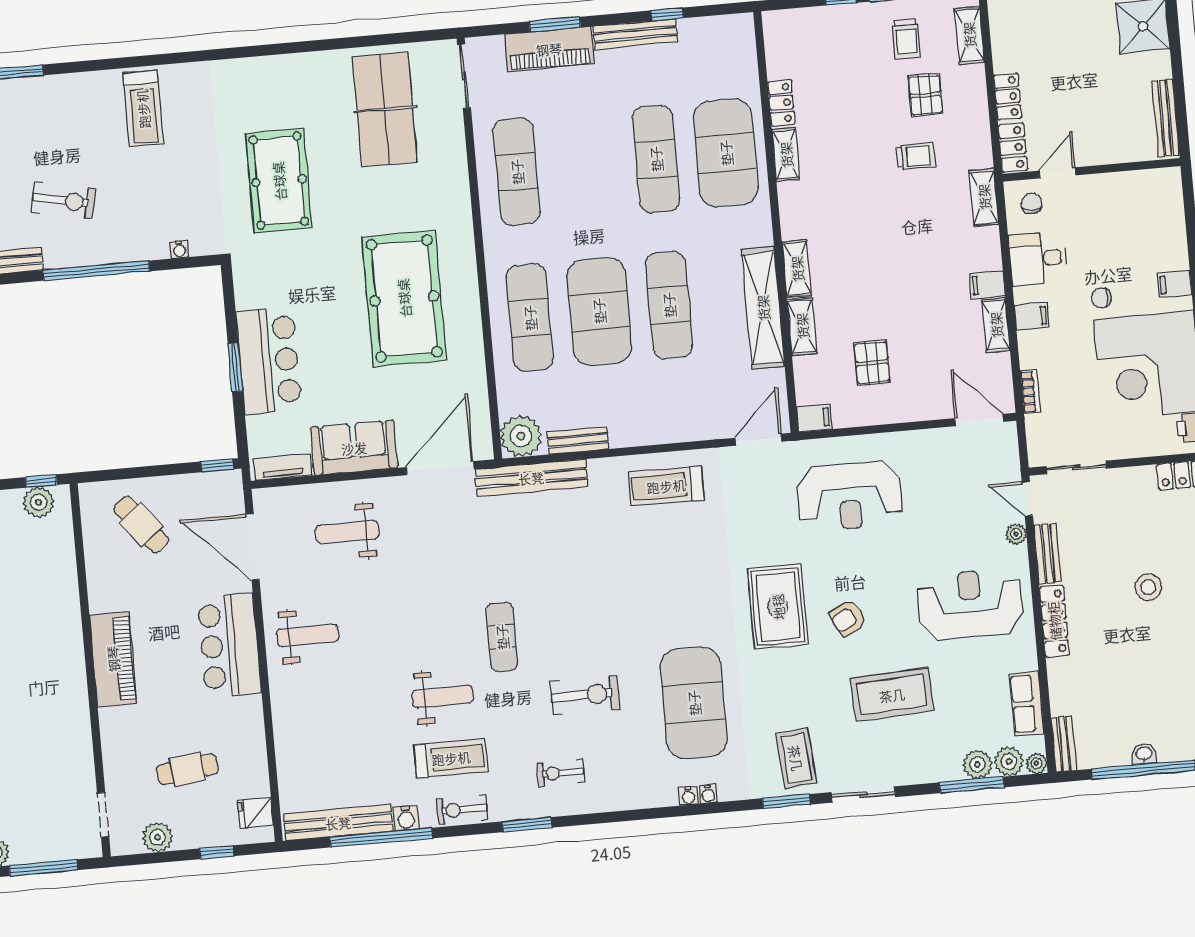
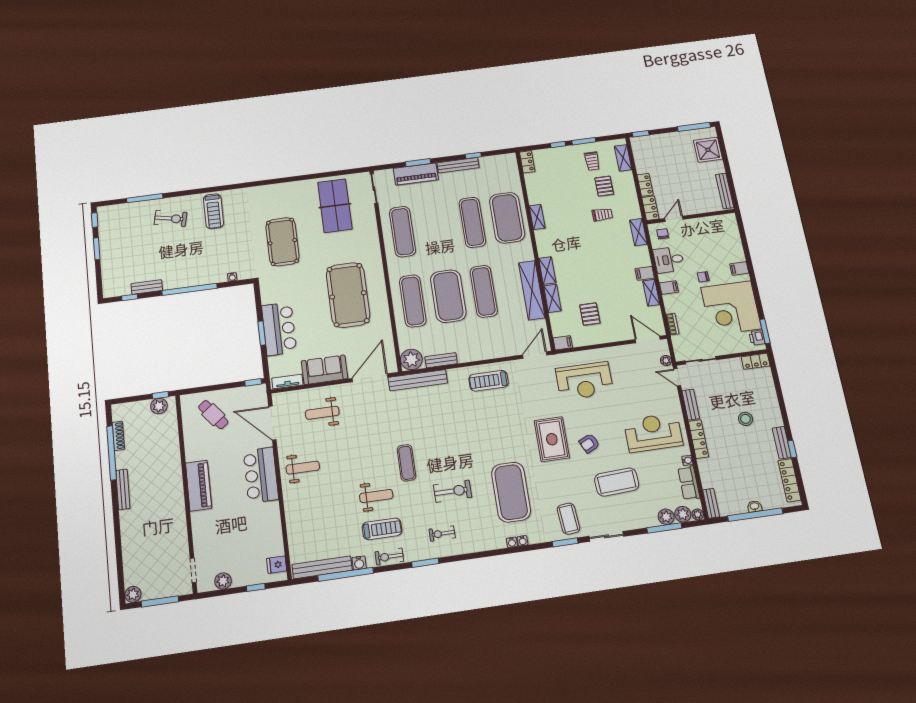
locker: (781, 103) -> (527, 162), moved
exercise bike: (63, 200) -> (170, 218), moved
plant: (1016, 534) -> (666, 361), moved
water cooler: (1029, 661) -> (687, 460), added
cafe table: (187, 769) -> (239, 543), removed

